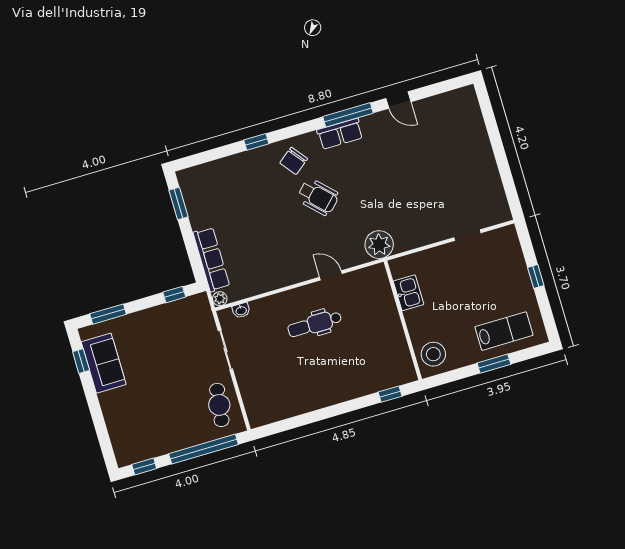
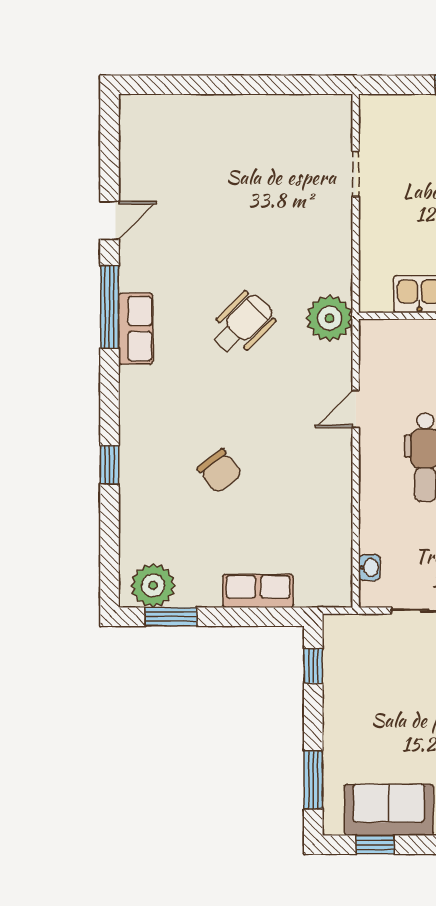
chair: (294, 161) -> (220, 471), moved
wheelchair: (318, 197) -> (243, 324), moved
row of seats: (211, 259) -> (258, 591), width x0.68
plant: (220, 299) -> (153, 585), moved, width x1.88, depth x1.88

